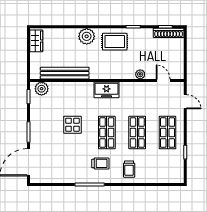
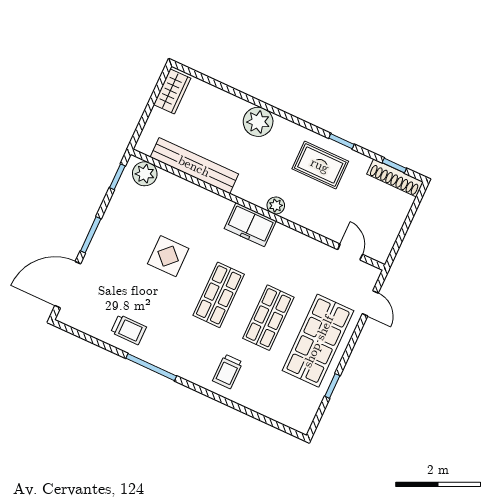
rug: (115, 42) -> (320, 165), moved
plant: (140, 74) -> (276, 205), moved
shop shelf: (167, 133) -> (318, 341), width x1.43, depth x1.36
trolley: (100, 163) -> (129, 330), moved

